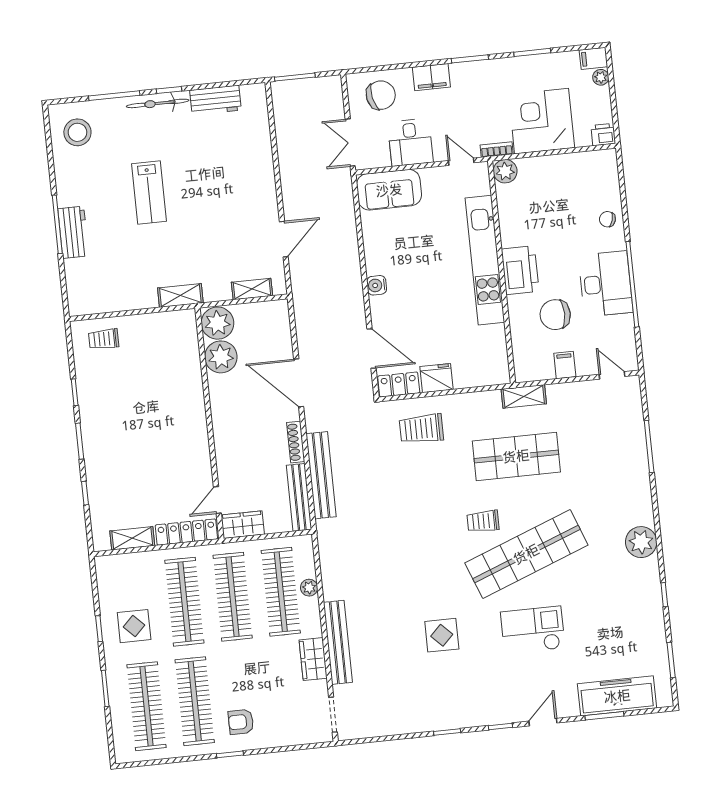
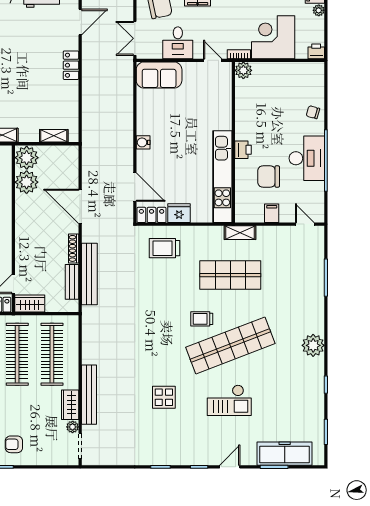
locker: (266, 189) -> (71, 65), added
door: (284, 239) -> (80, 22), moved
kitchen unit: (485, 260) -> (222, 177), moved
printer: (520, 270) -> (243, 150), width x0.53, depth x0.68
bench: (299, 497) -> (72, 282), width x0.73
plant: (309, 588) -> (73, 427), moved
checkout: (533, 630) -> (229, 400), turned 180

